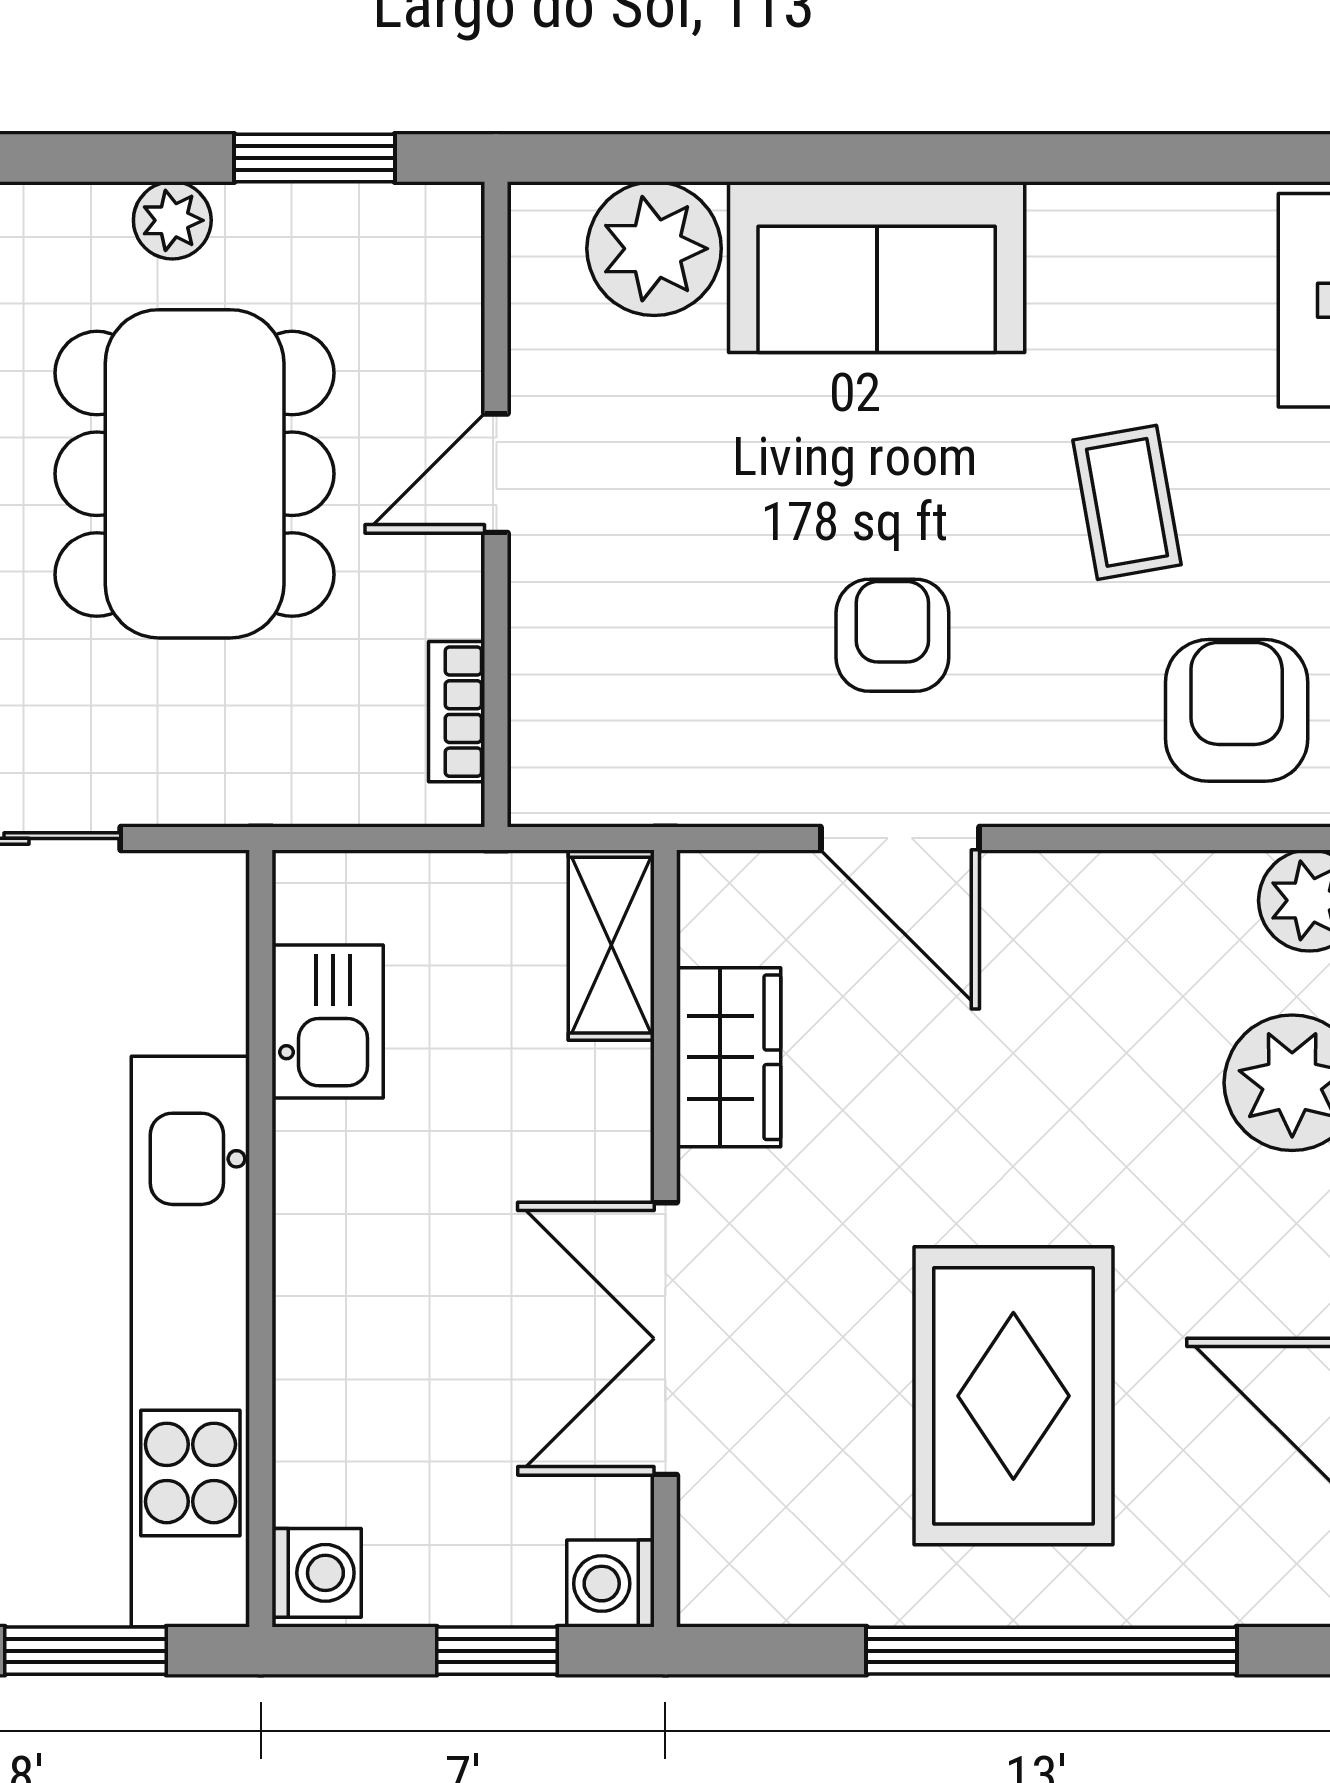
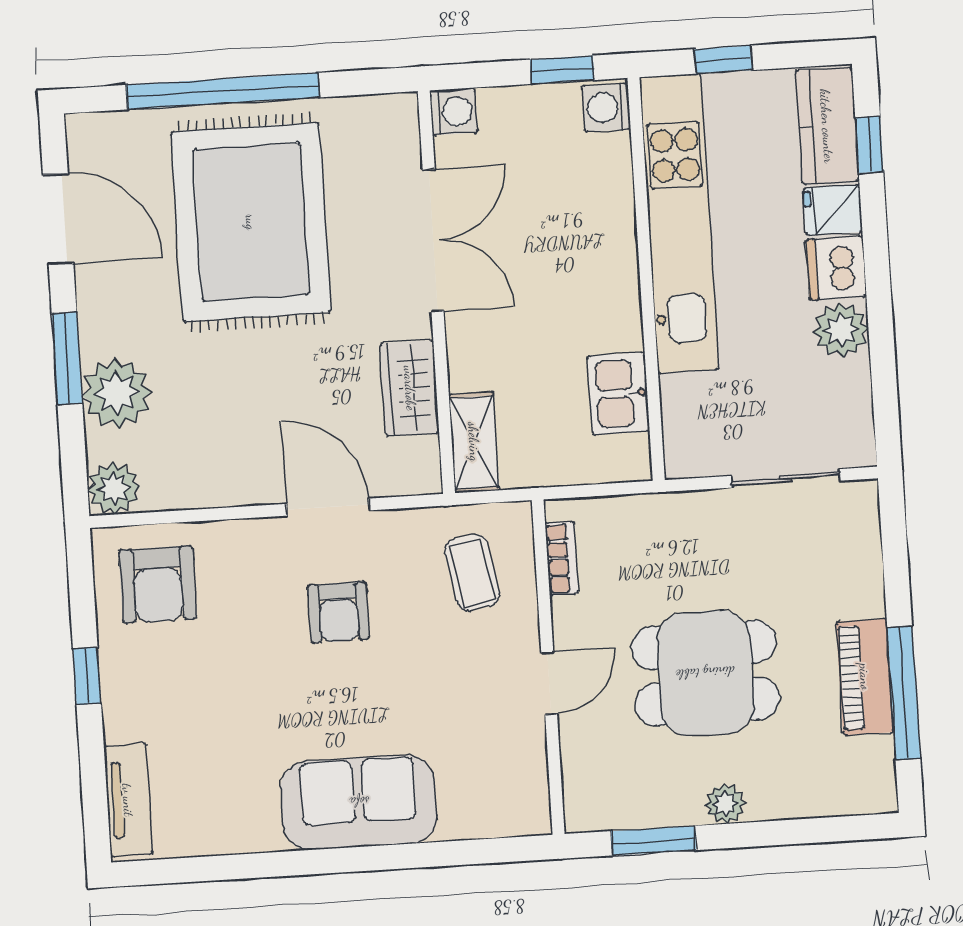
plant: (654, 249) -> (475, 805), removed
dining table: (195, 474) -> (705, 673), width x0.73
coffee table: (1127, 502) -> (472, 572), moved
rug: (1013, 1396) -> (251, 222), width x1.37, depth x1.44
window: (86, 1651) -> (723, 60), width x0.67
window: (497, 1651) -> (562, 70), moved

